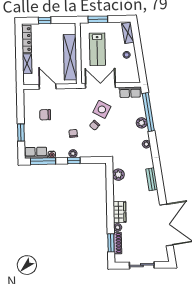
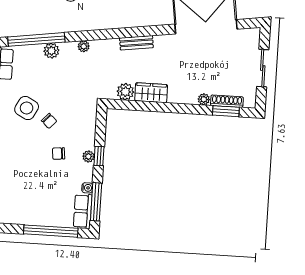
chair: (45, 115) -> (27, 193), removed
window: (21, 132) -> (51, 231), width x2.11
wardrobe: (120, 212) -> (151, 93), moved

